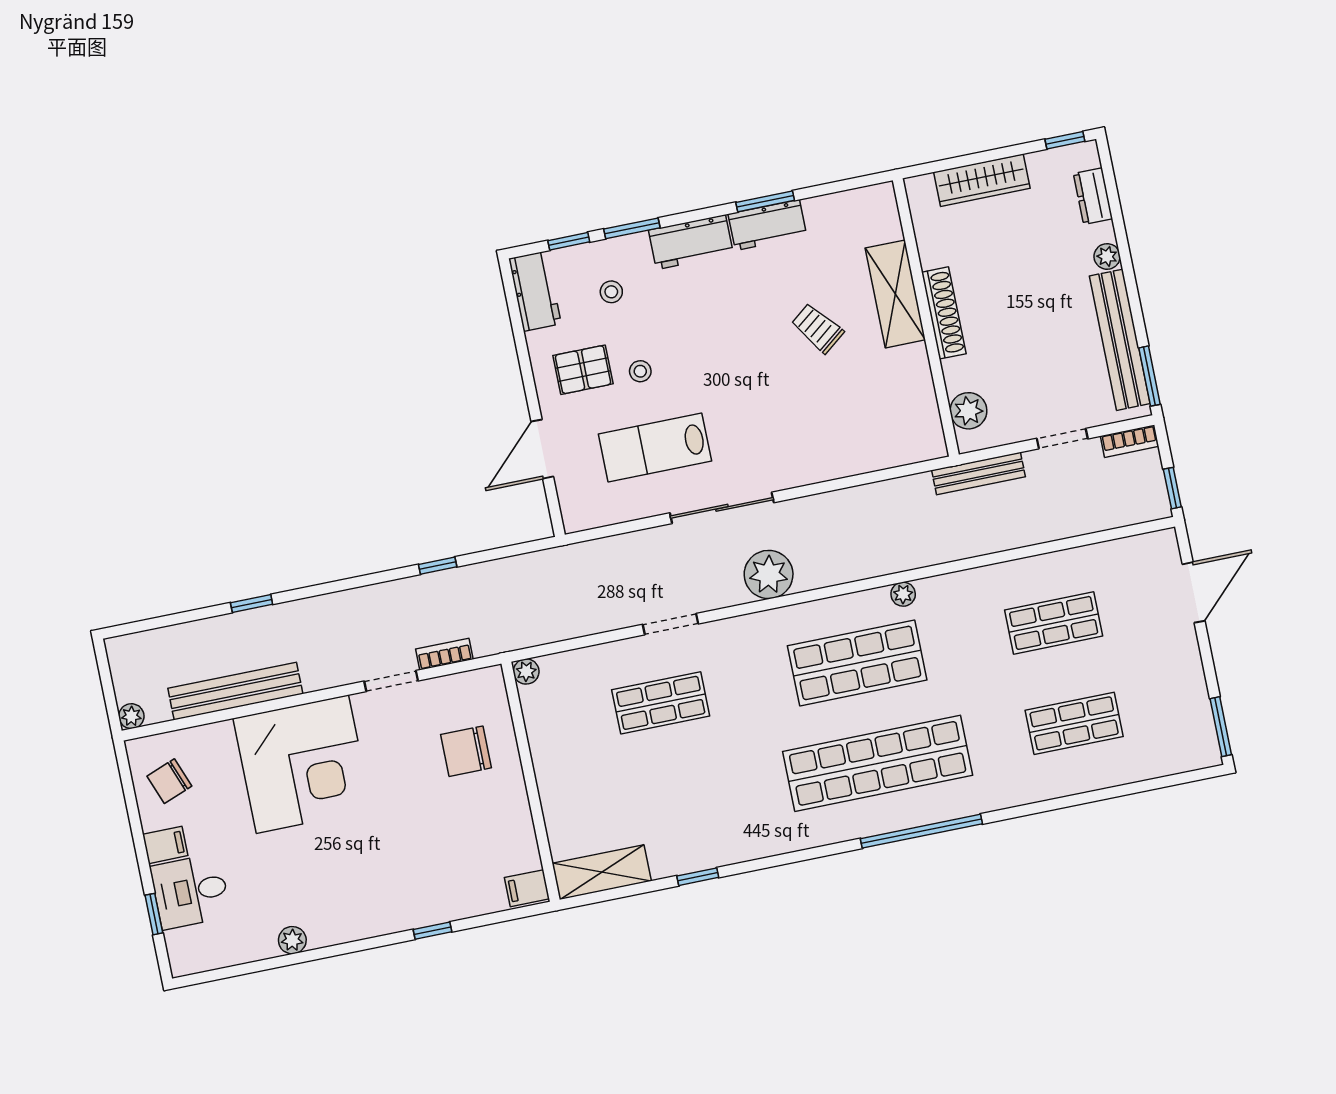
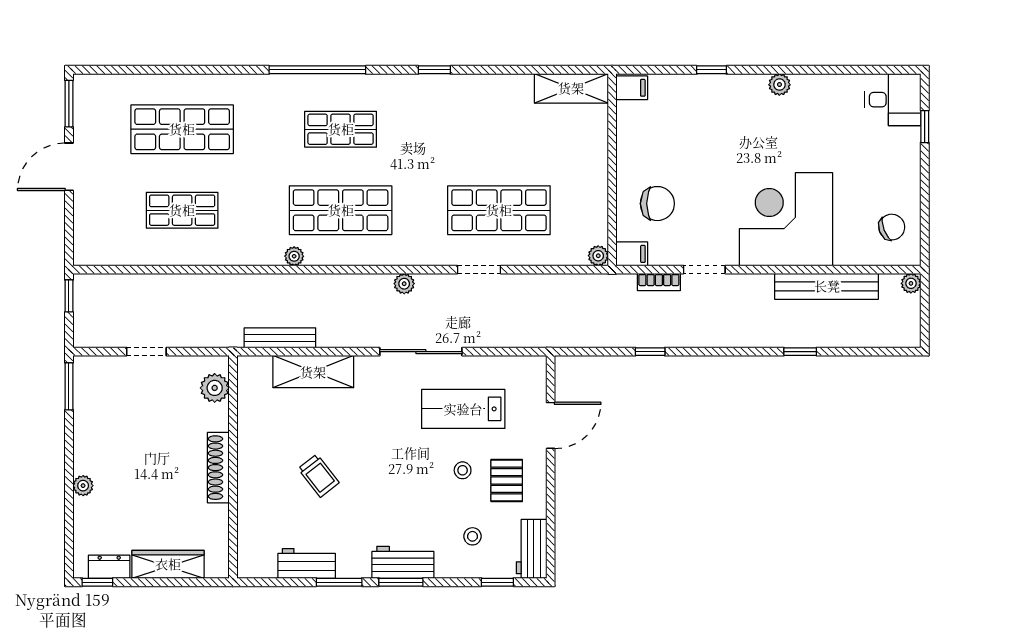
dresser: (1093, 196) -> (109, 567), moved, turned -90
workbench: (767, 225) -> (307, 563), moved
window: (632, 228) -> (401, 582), moved
shelving: (895, 294) -> (313, 372), moved, turned 90
bench: (1120, 340) -> (86, 419), removed
pallet: (583, 370) -> (507, 480), turned 90
bookcase: (1130, 441) -> (95, 339), removed
lab bench: (655, 448) -> (463, 409), turned 180
bench: (978, 474) -> (280, 338), moved
plant: (769, 574) -> (404, 284), width x0.53, depth x0.53
door: (1194, 592) -> (69, 167), moved
shop shelf: (661, 703) -> (499, 210), width x1.43, depth x1.36
shop shelf: (1074, 723) -> (182, 129), width x1.43, depth x1.36
shop shelf: (878, 763) -> (341, 129), width x0.50, depth x0.74
filing cabinet: (165, 845) -> (632, 254), moved, turned 180
window: (698, 877) -> (434, 70), moved
desk: (190, 891) -> (893, 100), moved
plant: (292, 940) -> (779, 85), moved

